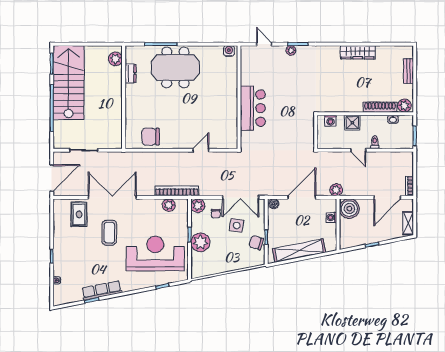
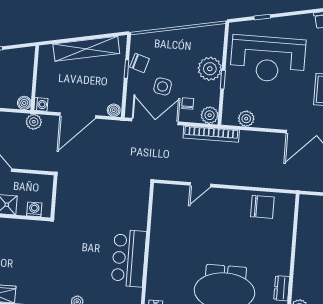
bar counter: (253, 108) -> (129, 258), moved
bookcase: (177, 191) -> (211, 134), moved
boiler: (349, 209) -> (24, 103), width x0.54, depth x0.54
washing machine: (332, 217) -> (41, 104), moved

